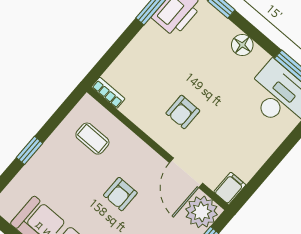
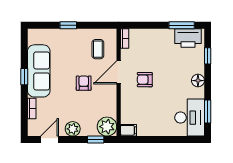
door: (186, 173) -> (119, 72), moved
armchair: (120, 194) -> (84, 83), turned 90

